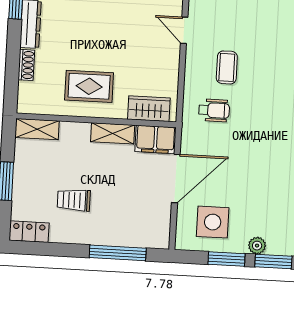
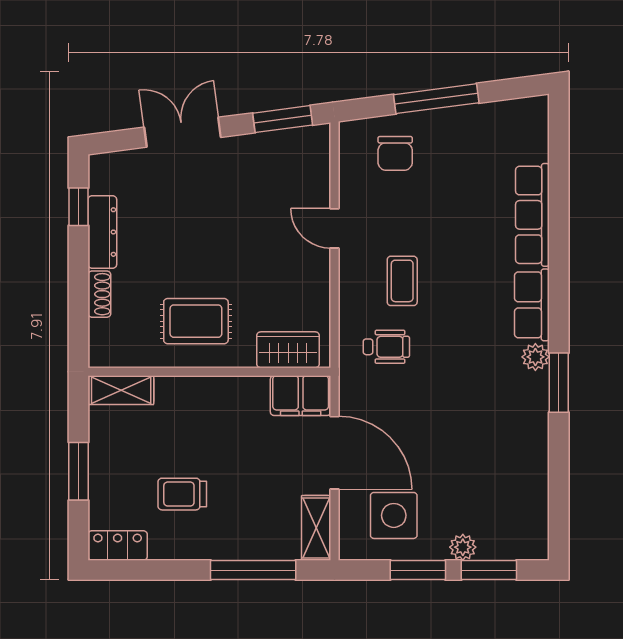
shelving: (113, 133) -> (316, 528), moved, turned 90
door: (176, 178) -> (335, 453), hinge flipped

